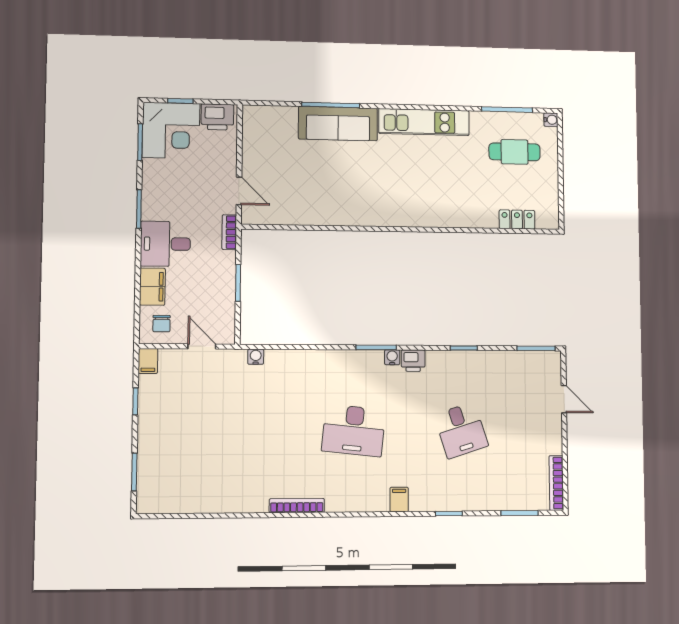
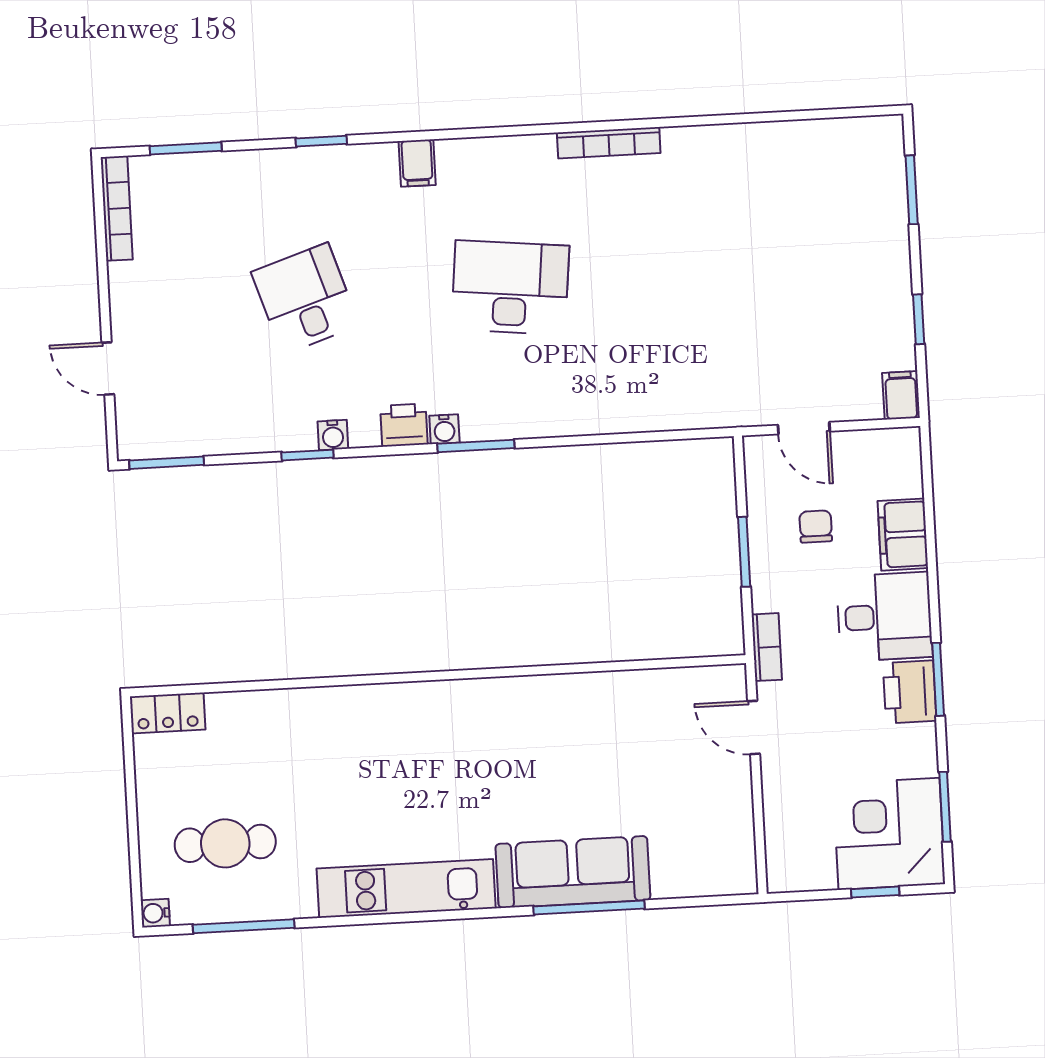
printer: (217, 117) -> (910, 692), moved, turned -90
locker: (517, 220) -> (168, 713), moved
chair: (161, 324) -> (816, 526), moved
water cooler: (256, 357) -> (333, 435), moved

